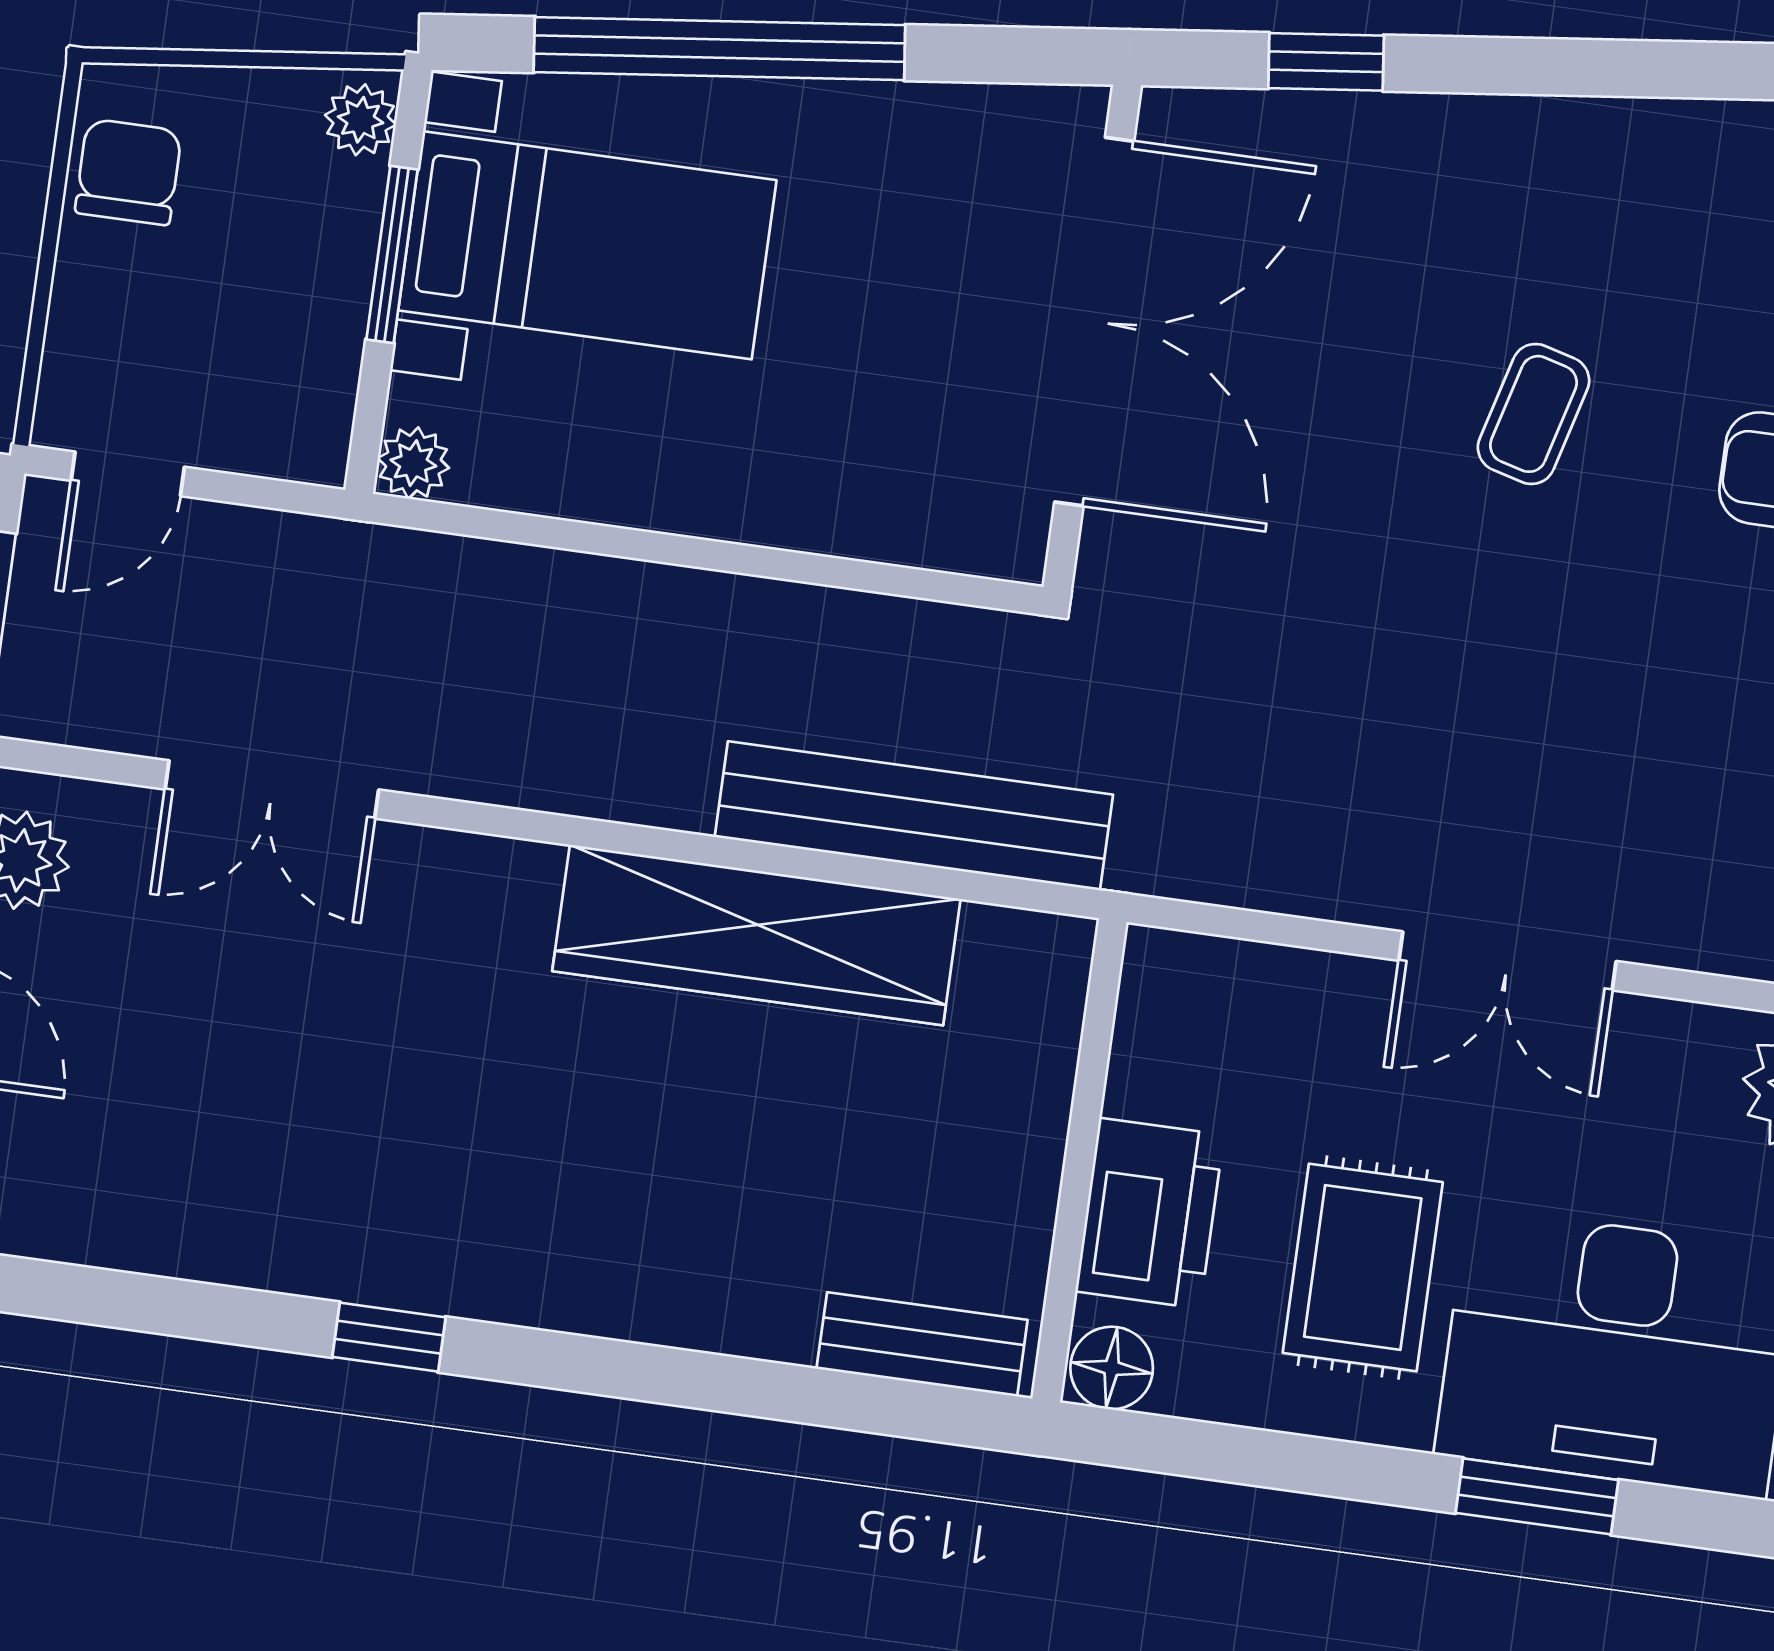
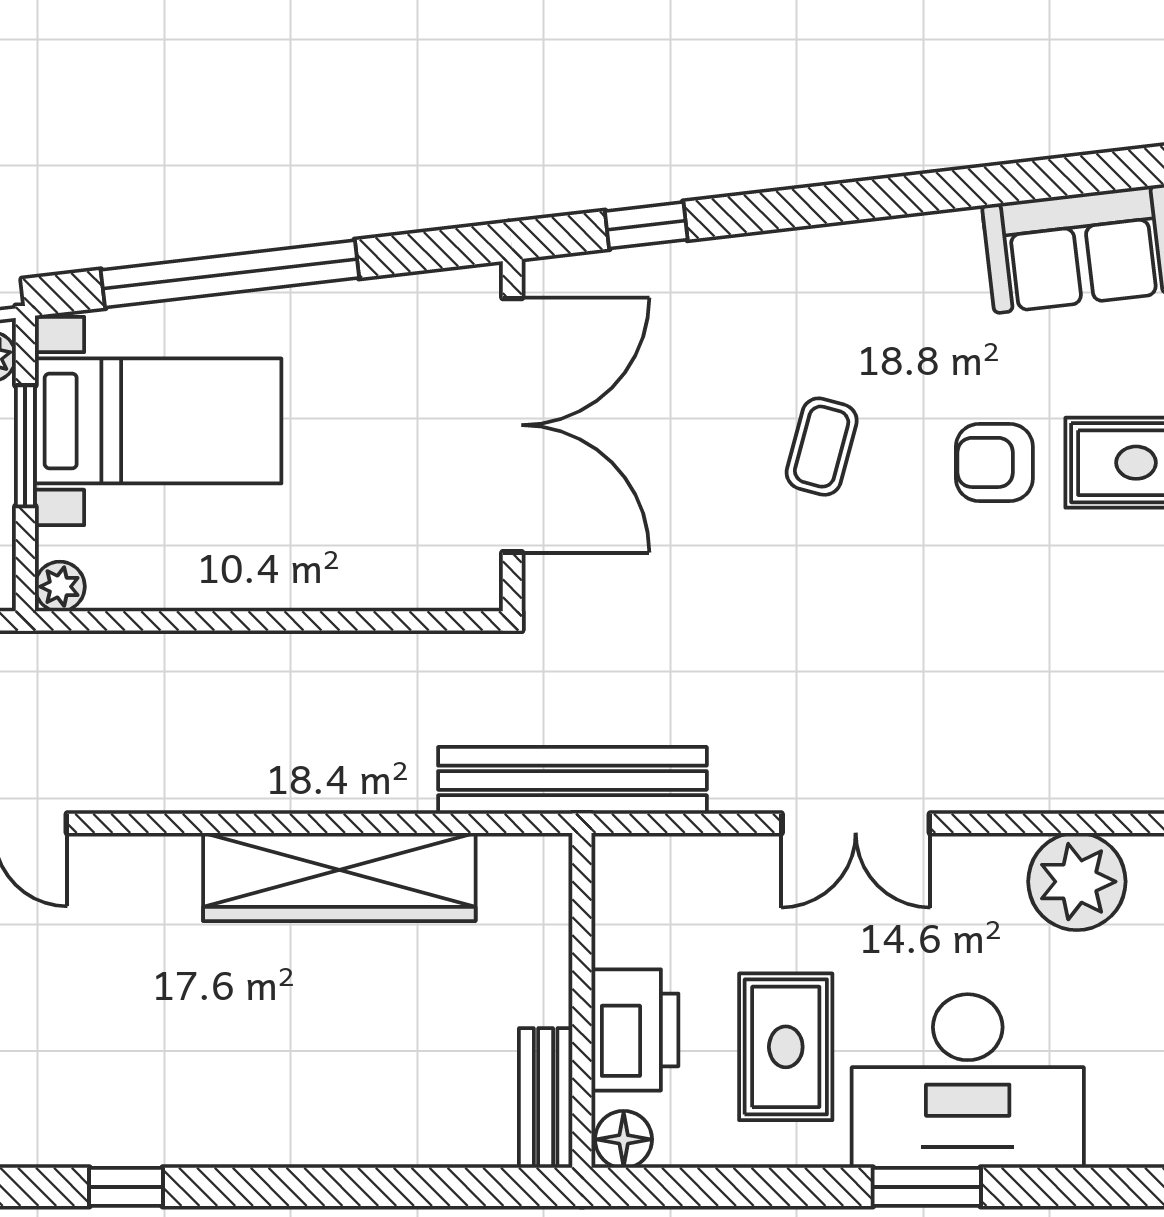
bench: (914, 816) -> (572, 780), moved
bench: (922, 1344) -> (546, 1098), moved, turned 90

